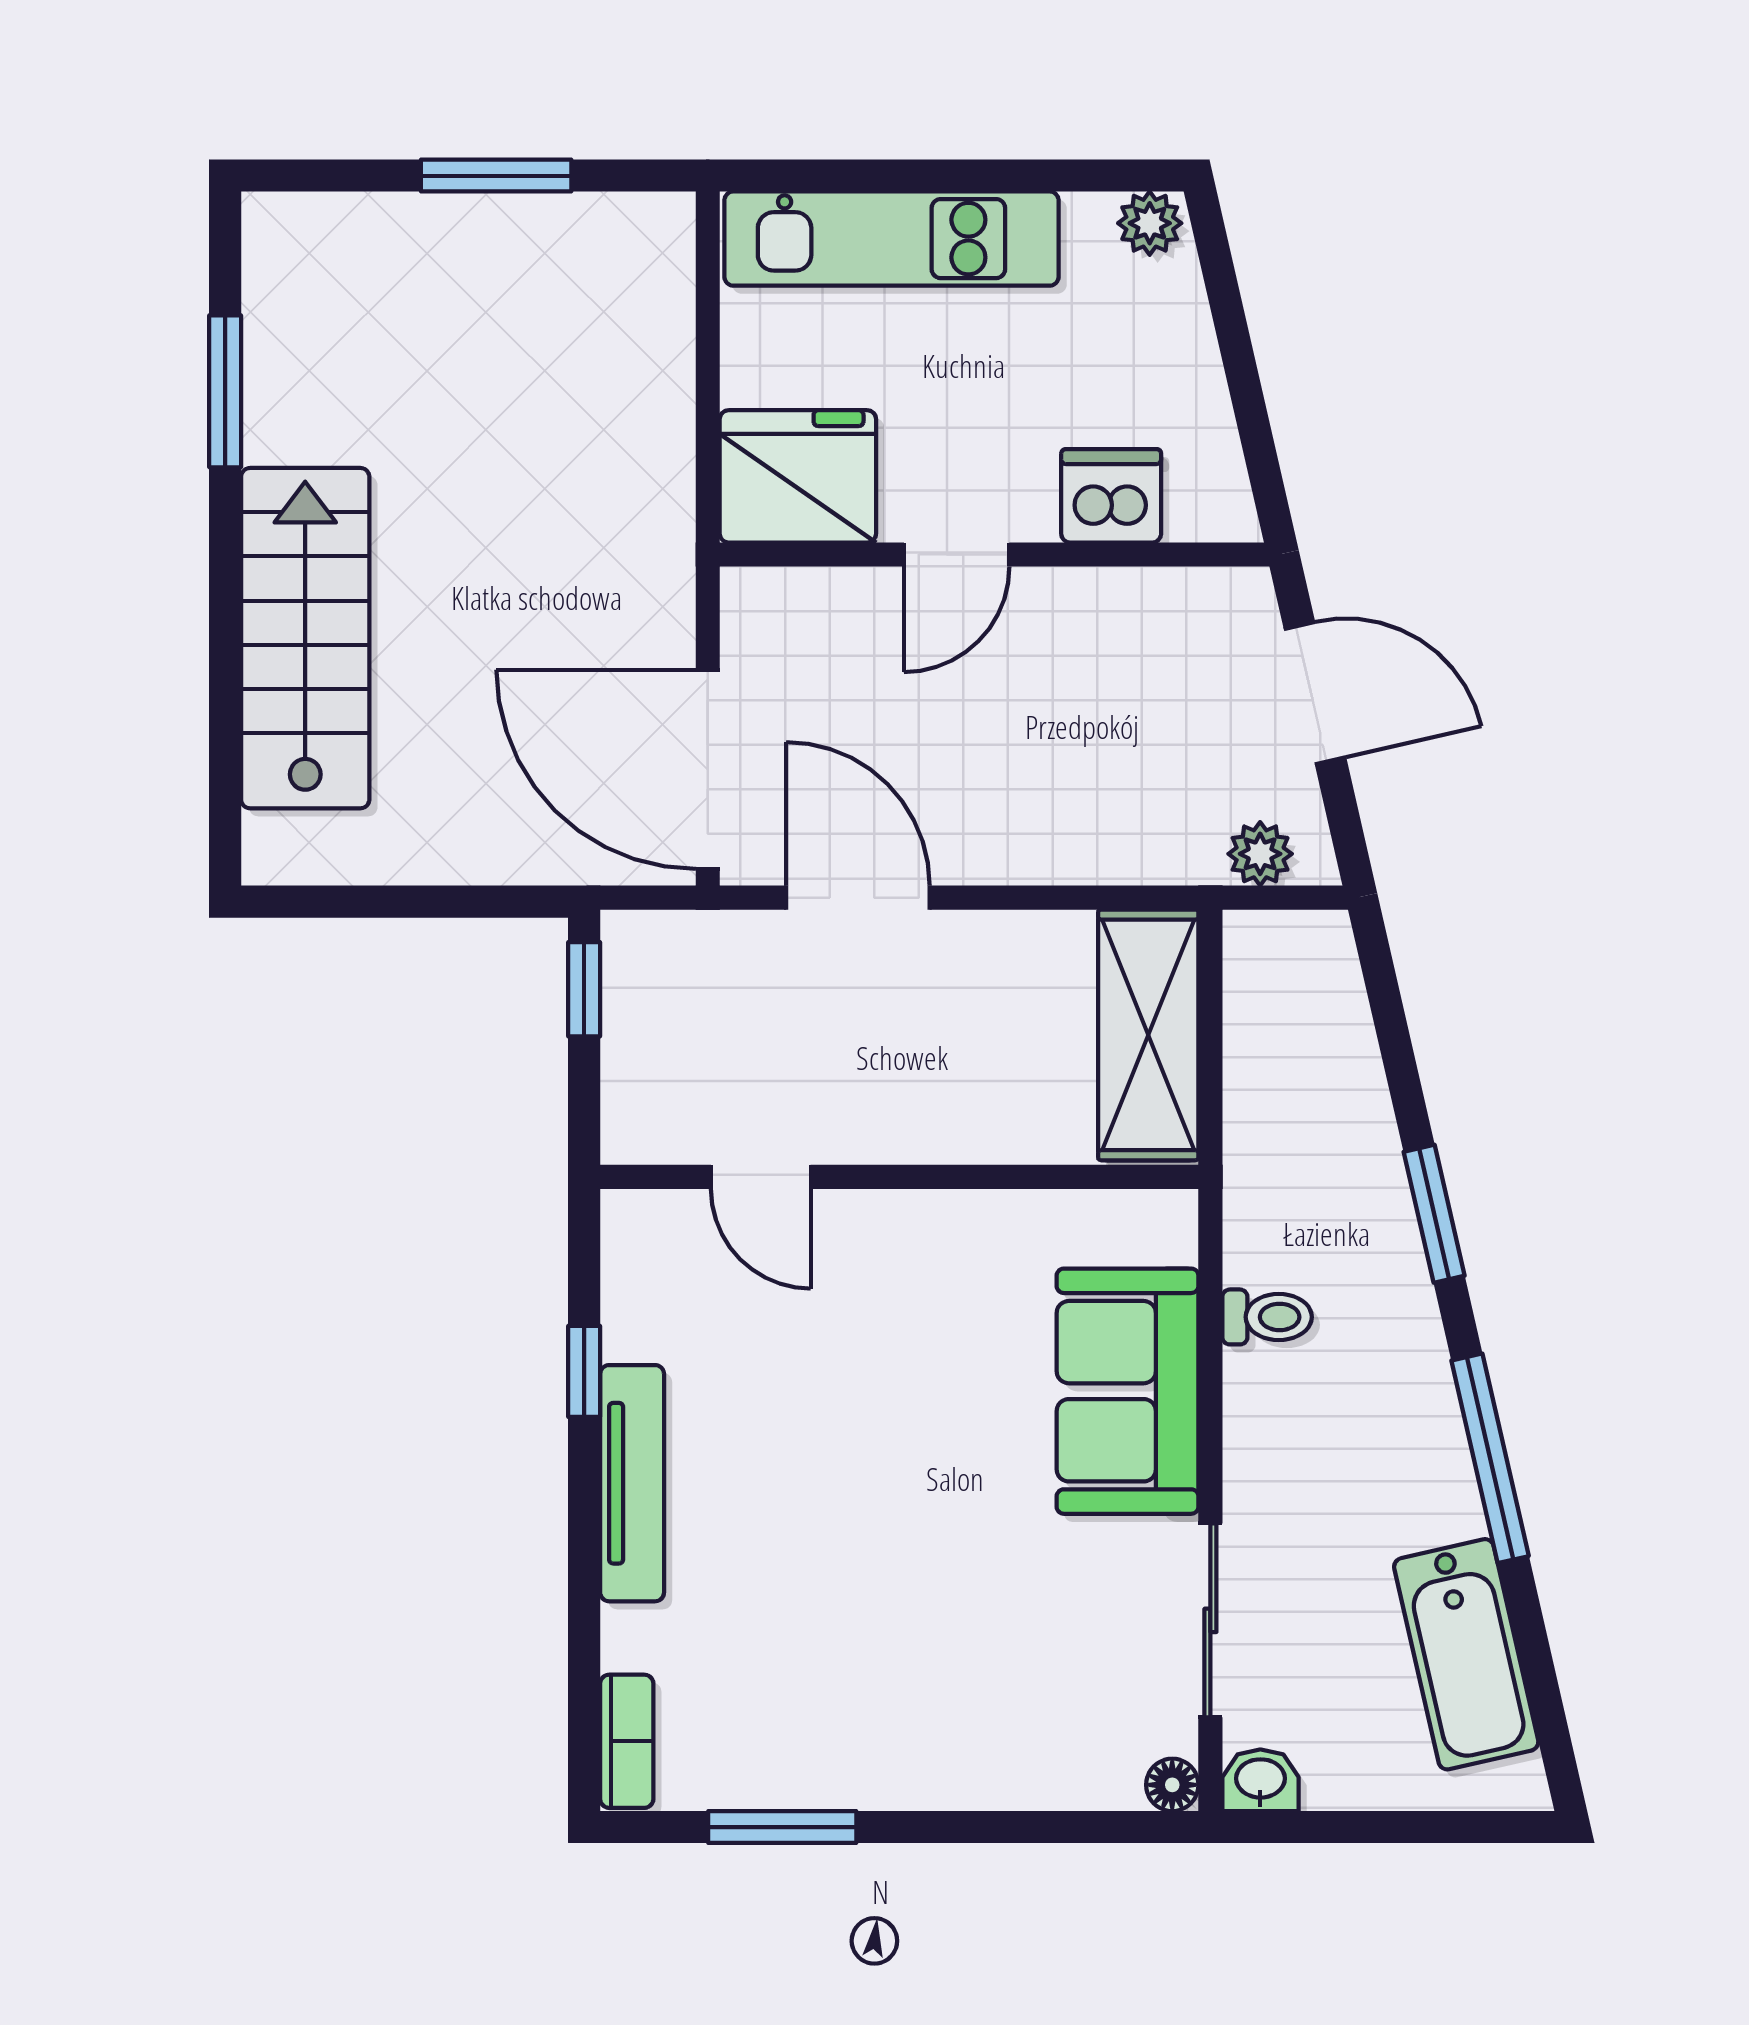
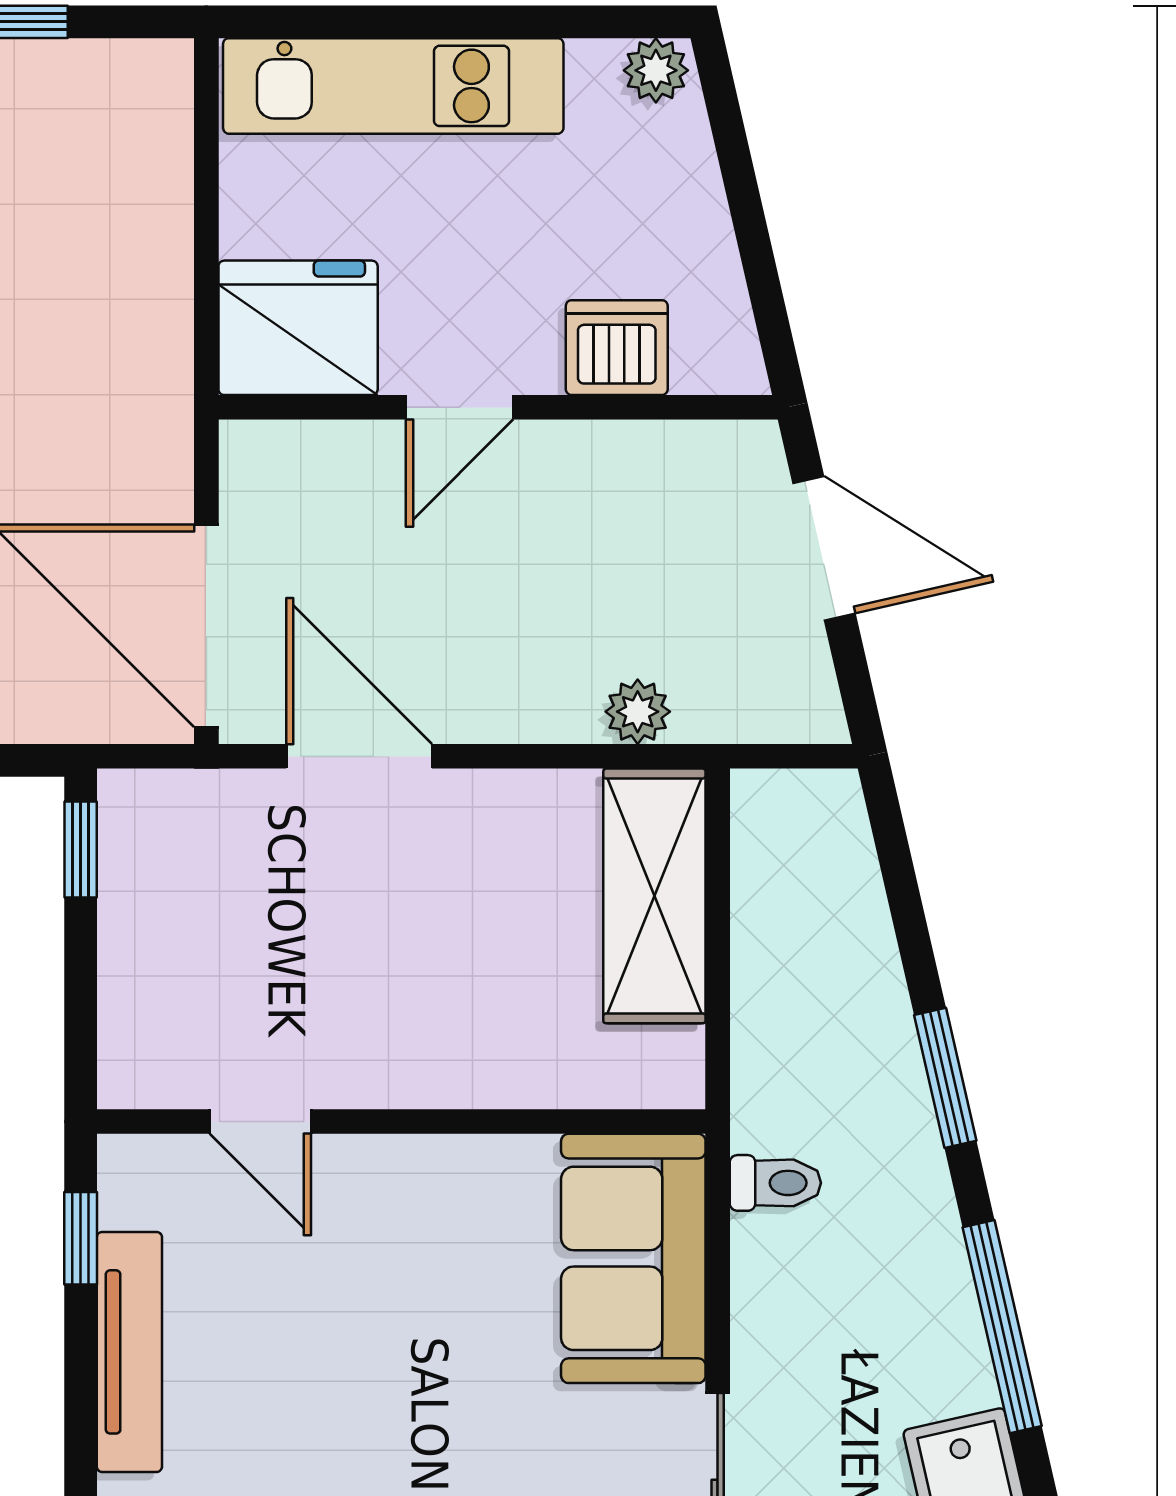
plant: (1260, 854) -> (638, 712), moved
door: (761, 1177) -> (260, 1121), moved
wall: (899, 1177) -> (401, 1121), moved

